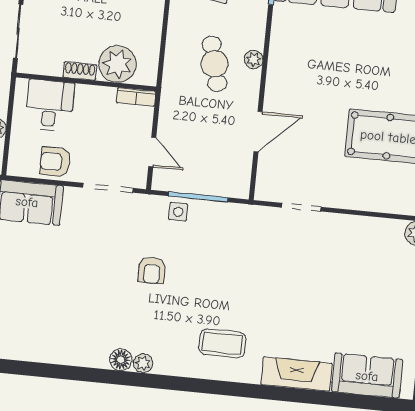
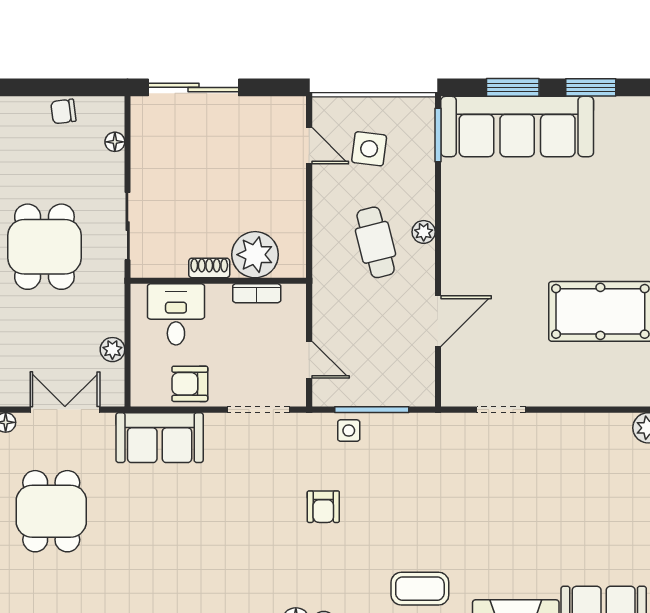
bookcase: (136, 97) -> (257, 293), moved

